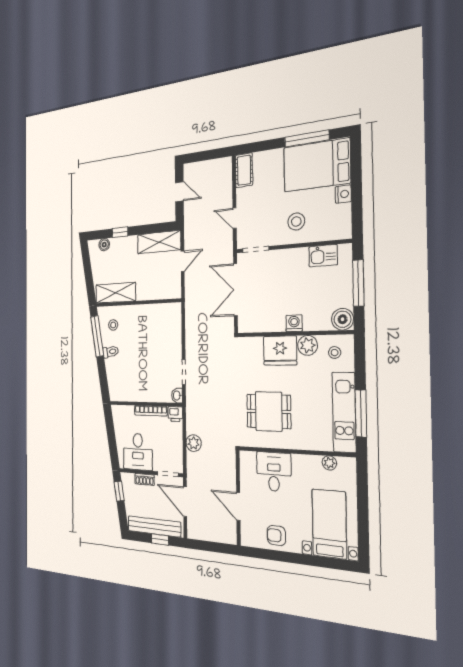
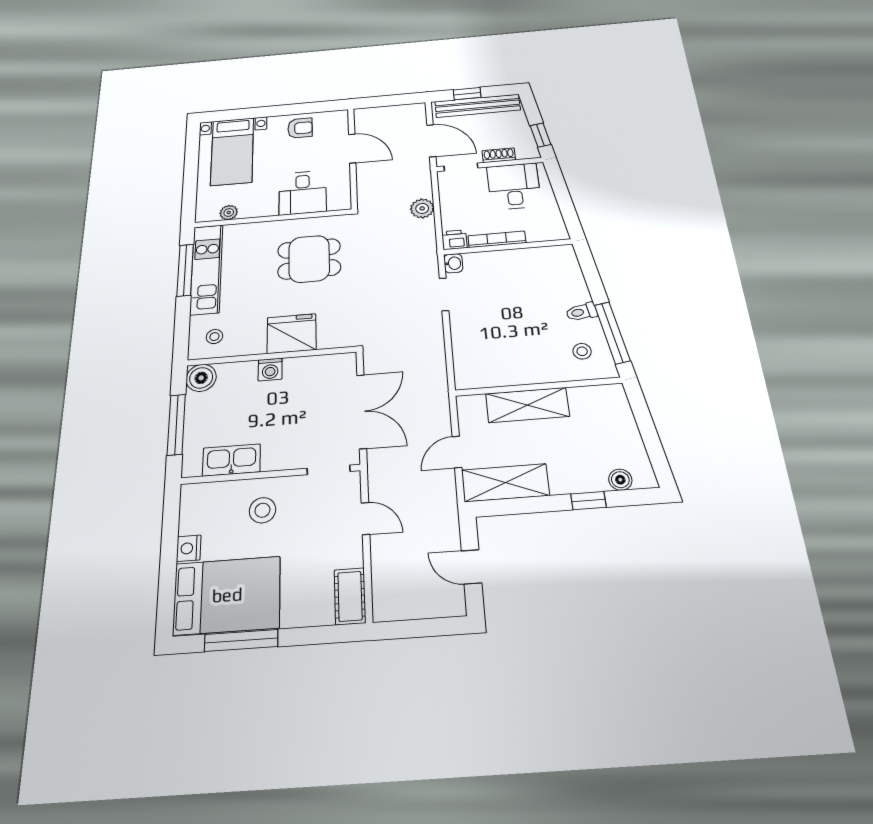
kitchen sink: (323, 256) -> (231, 460), width x1.38
shelving: (116, 293) -> (527, 405), moved
plant: (308, 345) -> (252, 343), removed

